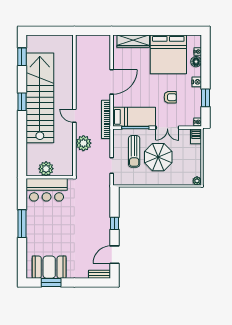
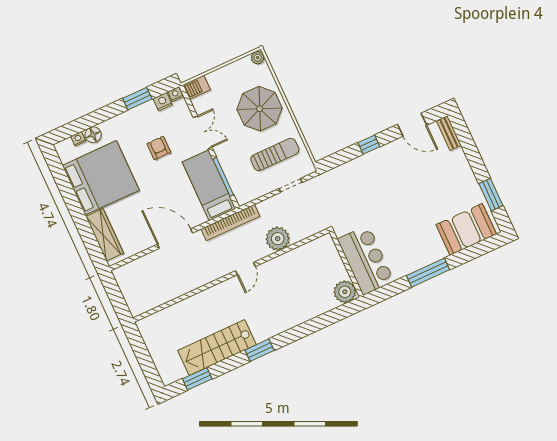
nightstand: (197, 82) -> (163, 102), moved
stairs: (40, 98) -> (217, 348), width x0.54, depth x0.66
sun lounger: (134, 151) -> (275, 154), moved
parasol: (158, 157) -> (260, 109), moved
plant: (46, 169) -> (345, 292), moved
booth: (49, 267) -> (466, 229), moved, turned 90

